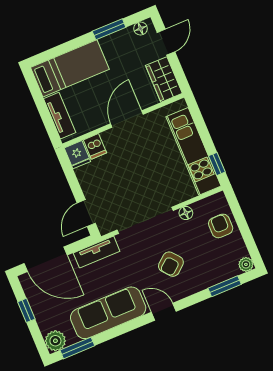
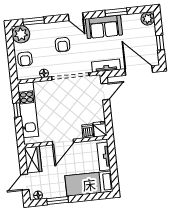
window: (217, 164) -> (17, 110), moved
armchair: (171, 264) -> (63, 45), turned 130
plant: (246, 264) -> (21, 34), width x1.87, depth x1.87
sofa: (108, 313) -> (104, 27), width x0.73
window: (77, 348) -> (116, 12), moved

